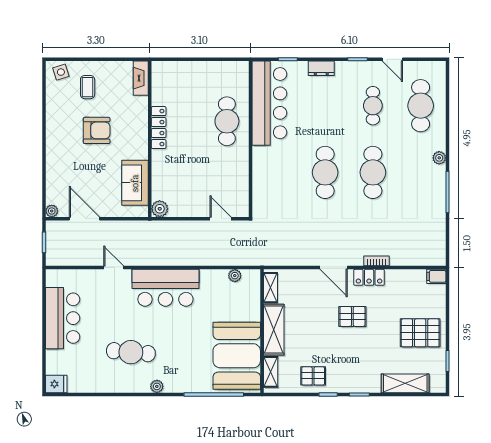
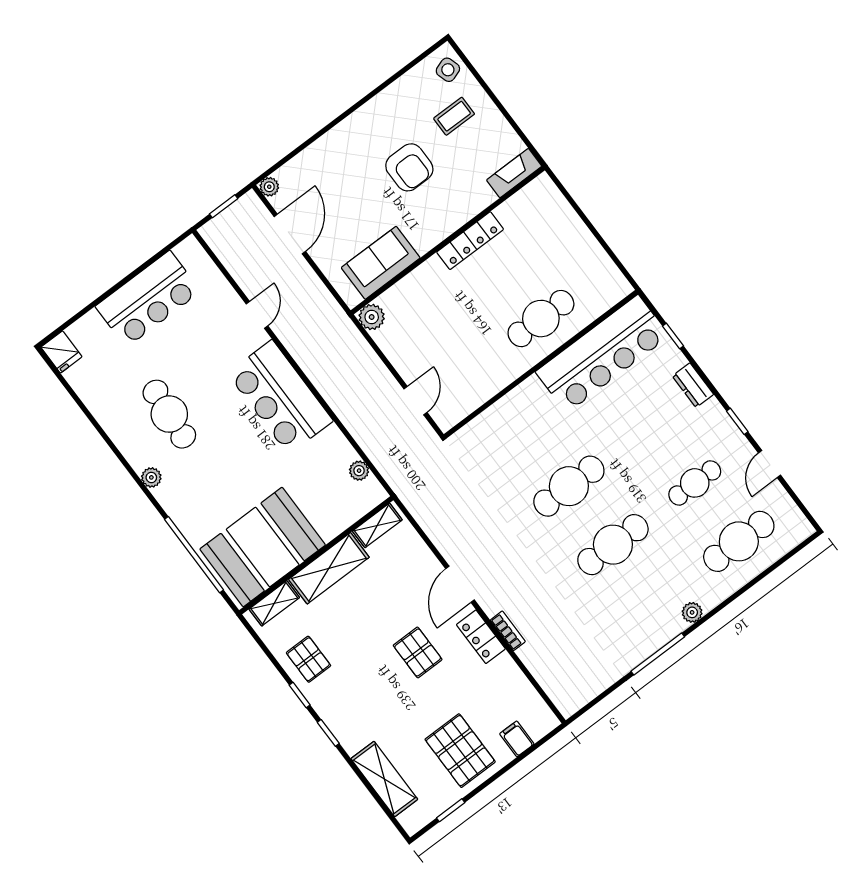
filing cabinet: (436, 276) -> (517, 739), moved

